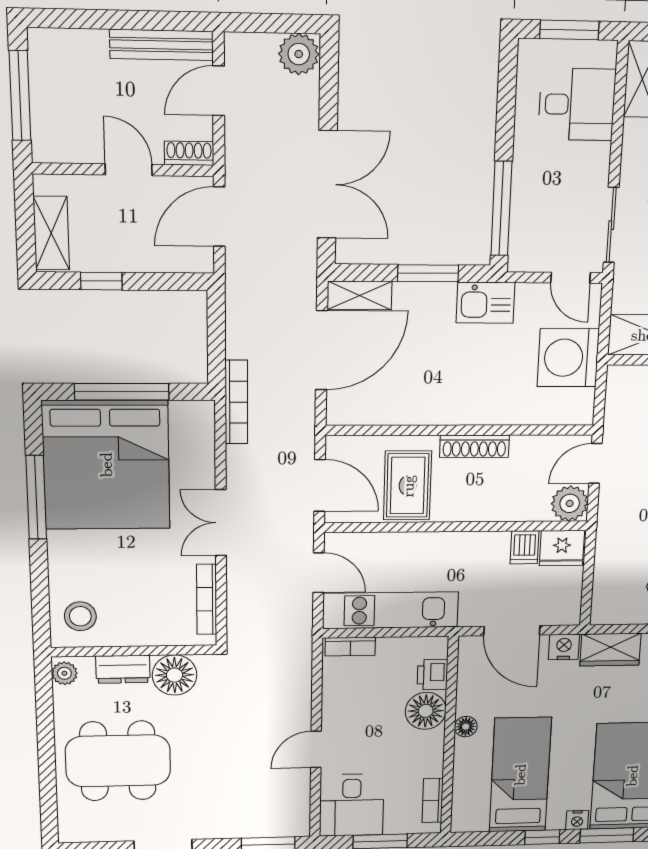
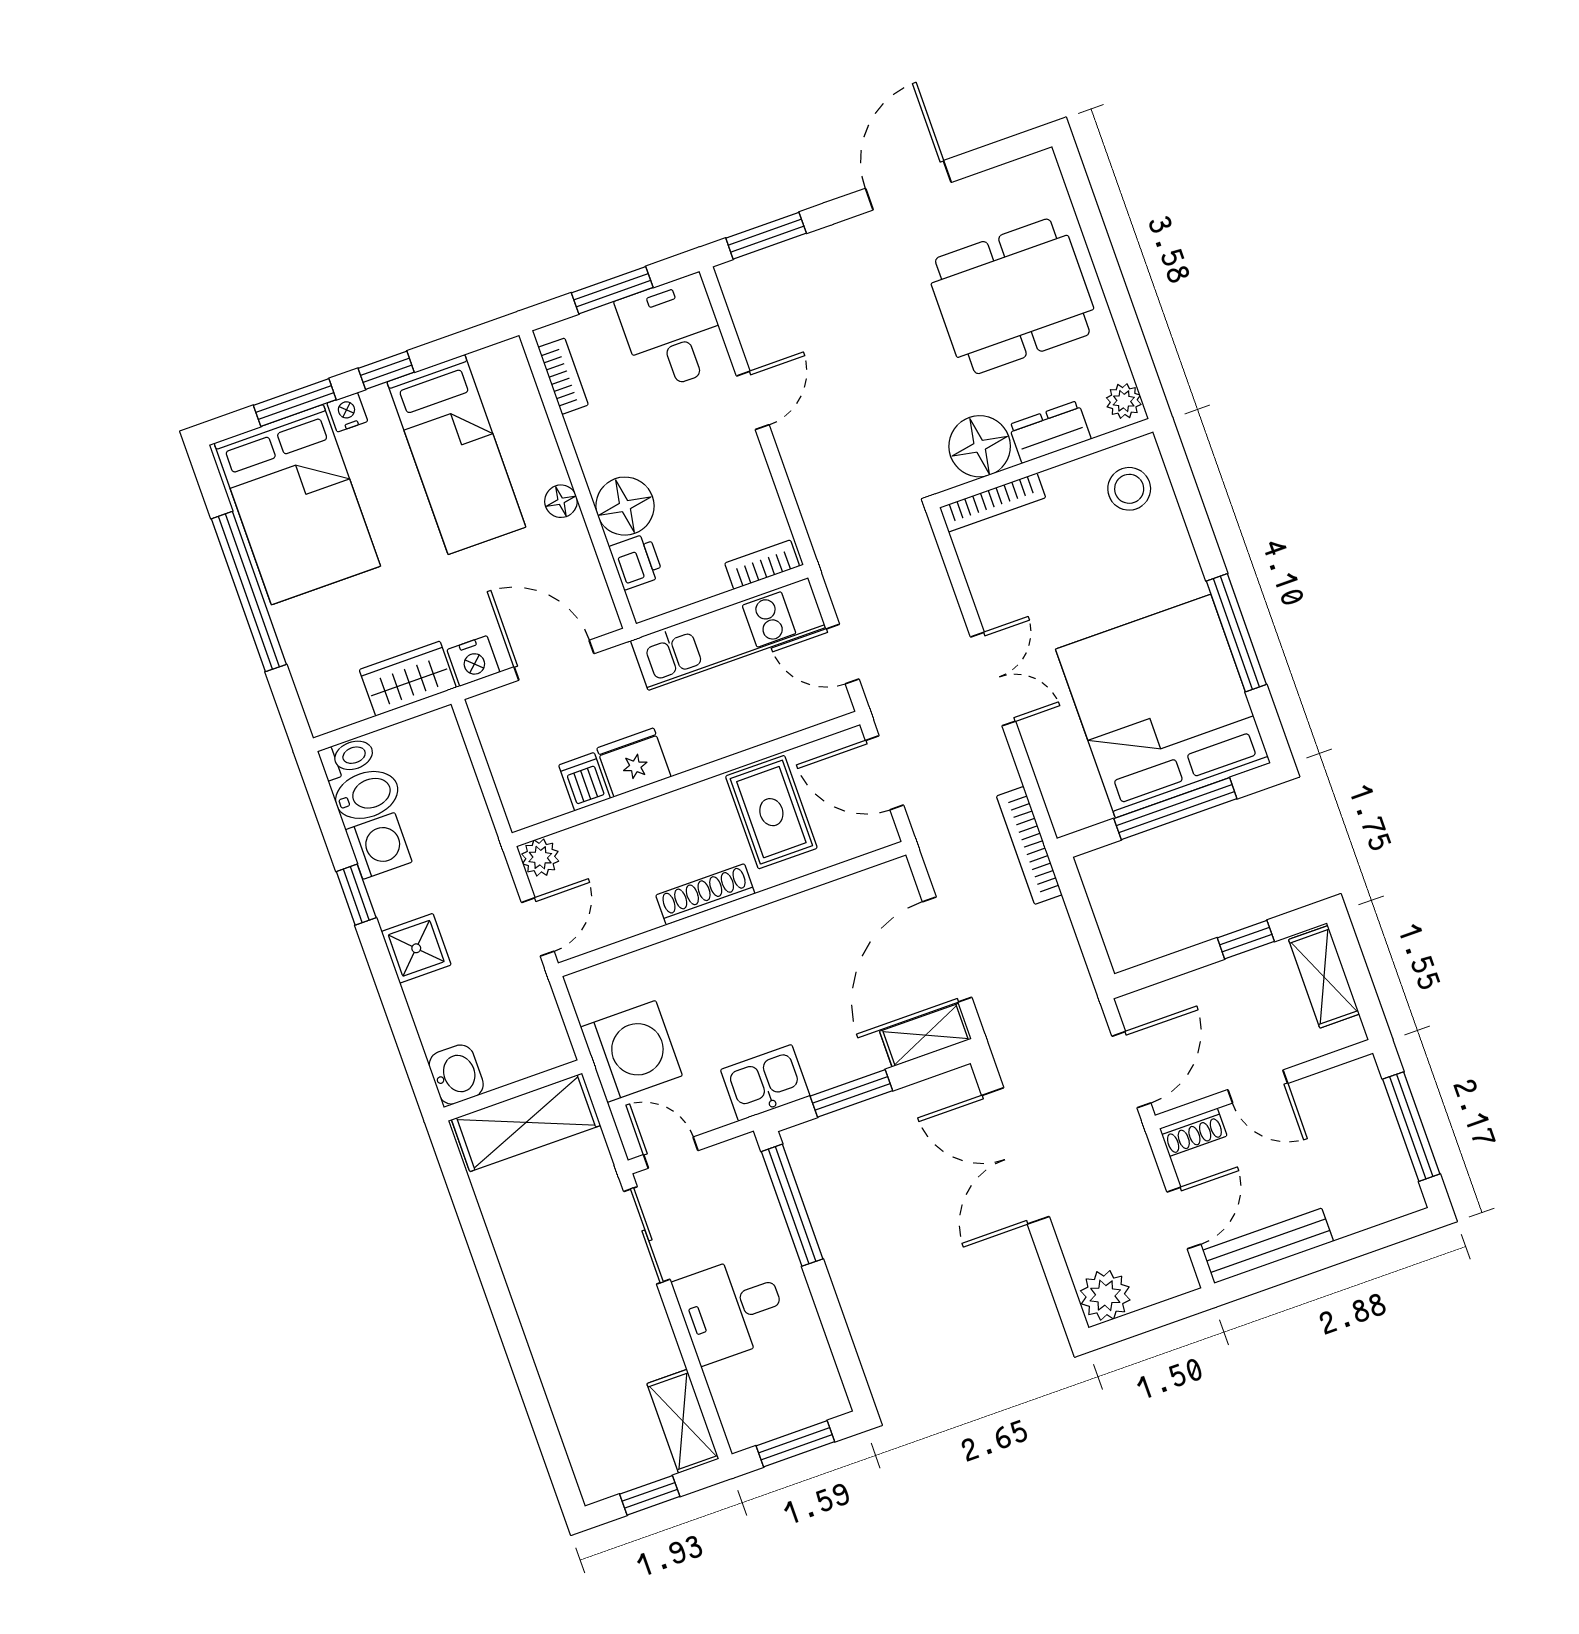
desk: (577, 104) -> (731, 1308), moved
plant: (570, 503) -> (540, 858), width x0.73, depth x0.73
fridge: (562, 548) -> (634, 762), moved
bookcase: (207, 599) -> (993, 503), moved, turned 90

